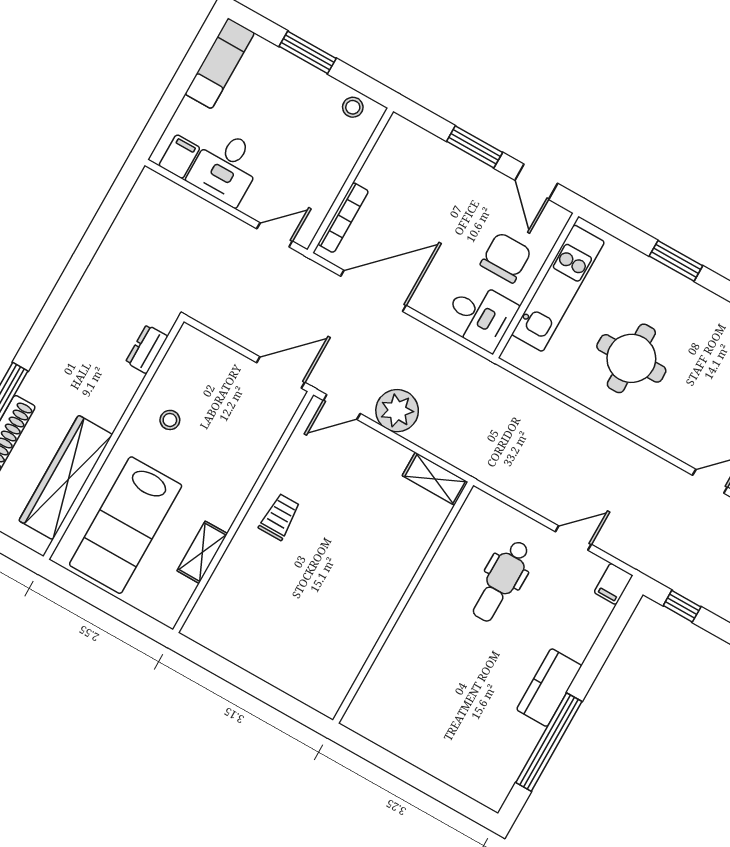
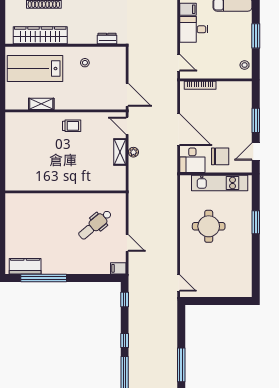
door: (373, 291) -> (179, 130), moved
plant: (397, 411) -> (133, 152), width x0.53, depth x0.53
shelving: (435, 479) -> (120, 152), moved
dental chair: (501, 581) -> (95, 225), turned -40
kitchen counter: (549, 688) -> (25, 266), moved

